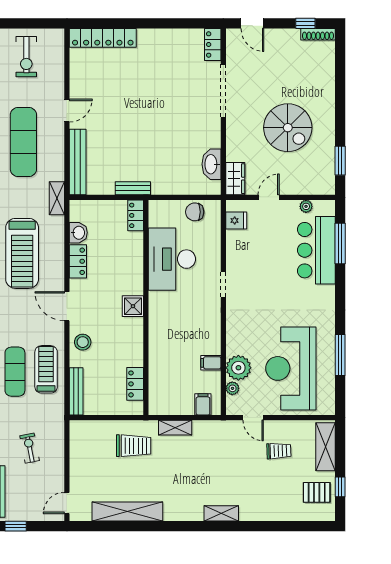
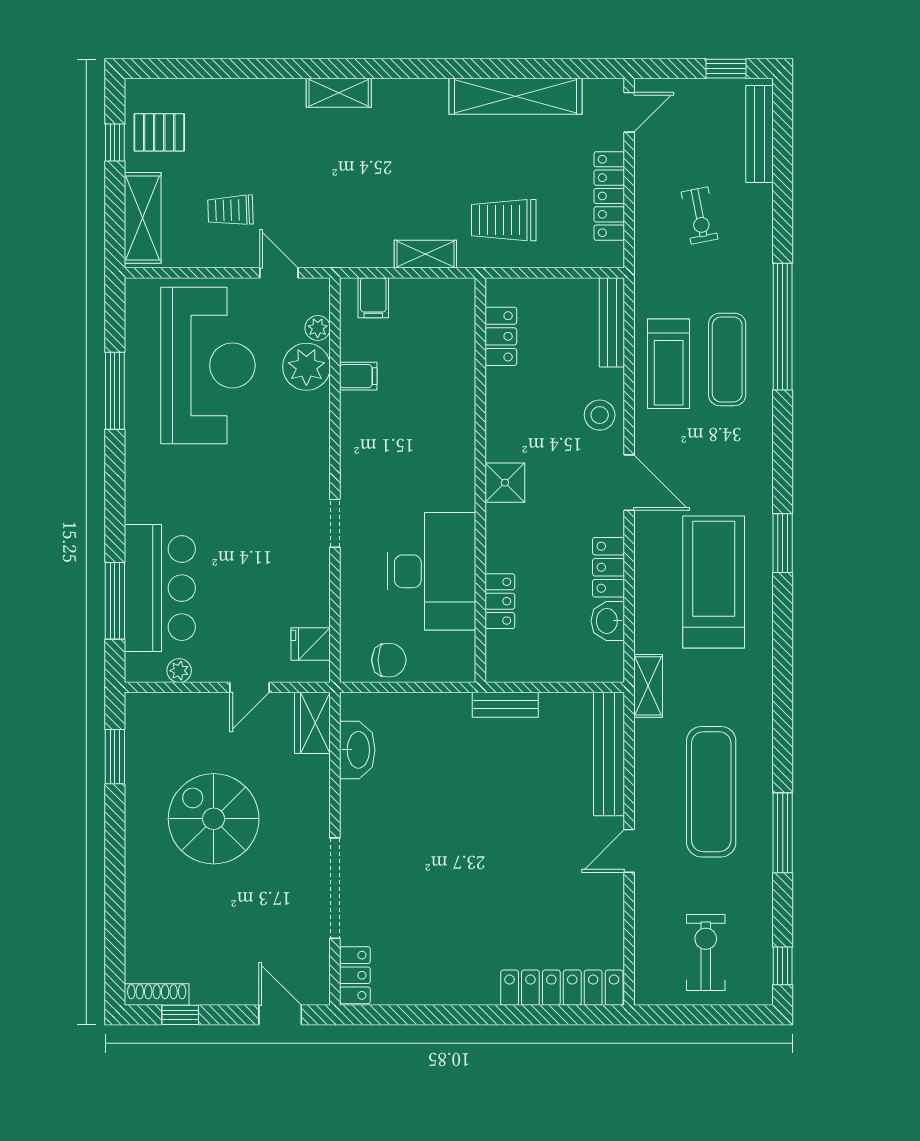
locker: (136, 215) -> (500, 601), moved
locker: (78, 458) -> (609, 196), added

